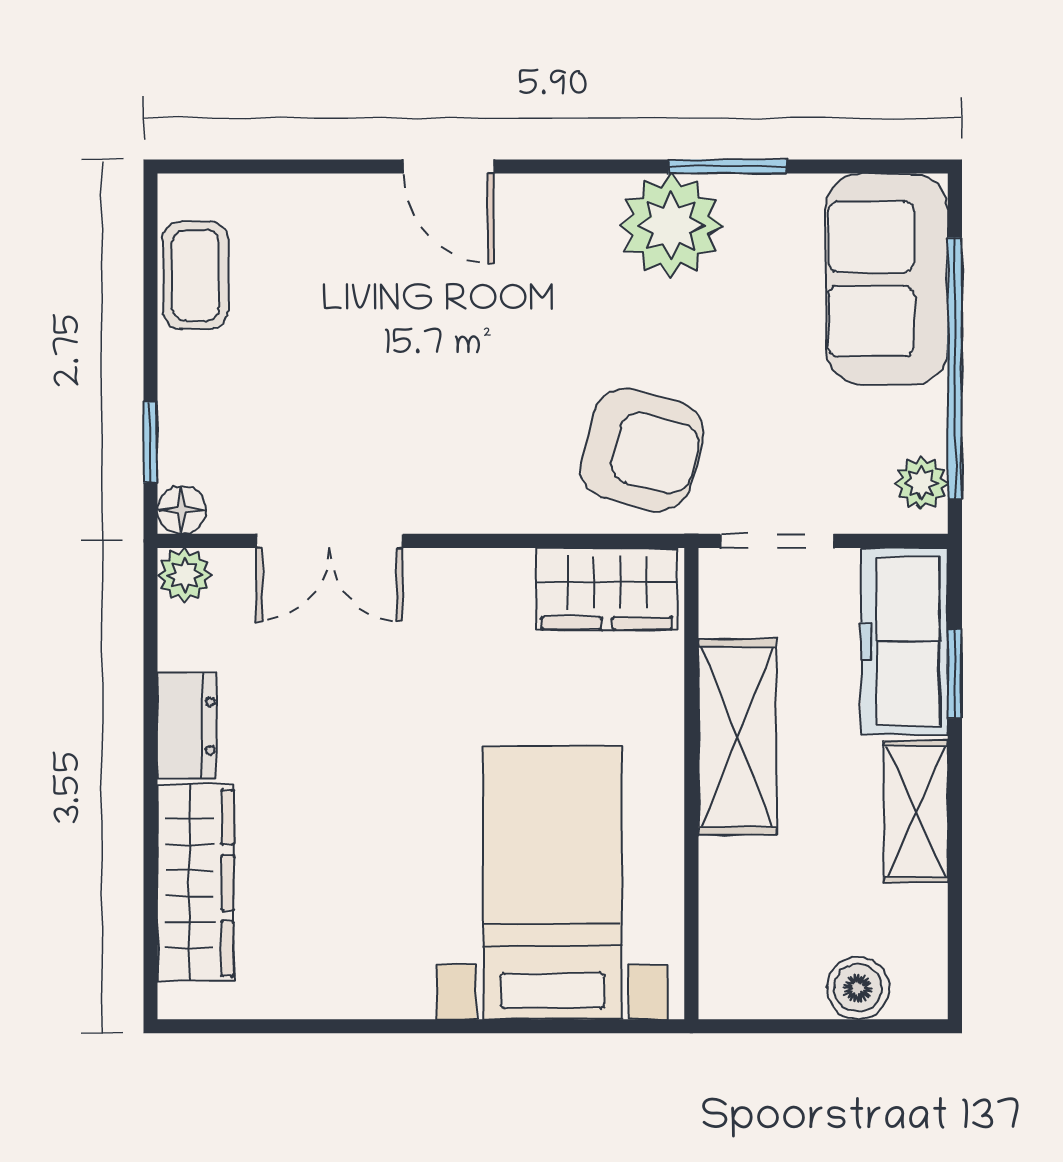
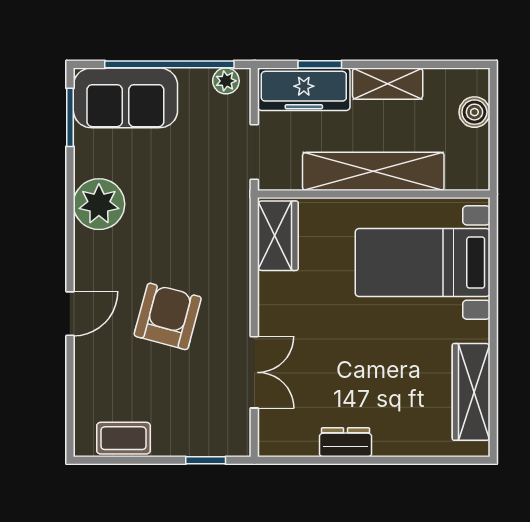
window: (727, 166) -> (70, 117), moved
armchair: (642, 450) -> (168, 316), moved
floor lamp: (182, 510) -> (239, 445), removed
plant: (185, 575) -> (271, 444), removed
shelving: (737, 737) -> (373, 171), width x1.47
wardrobe: (196, 883) -> (471, 392), moved, turned -90

